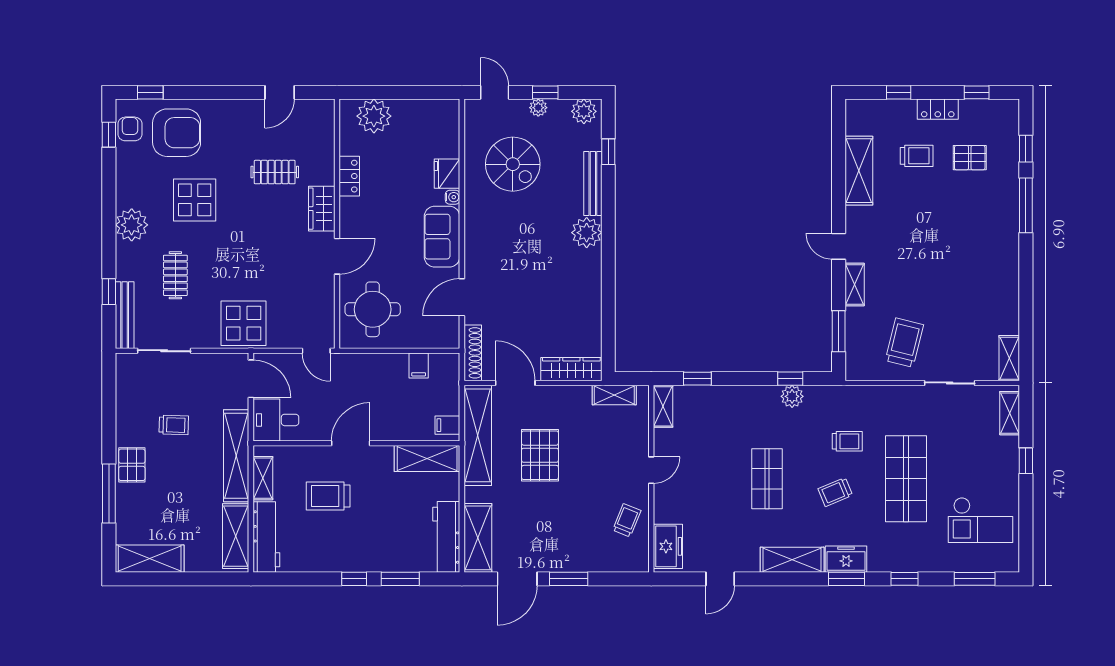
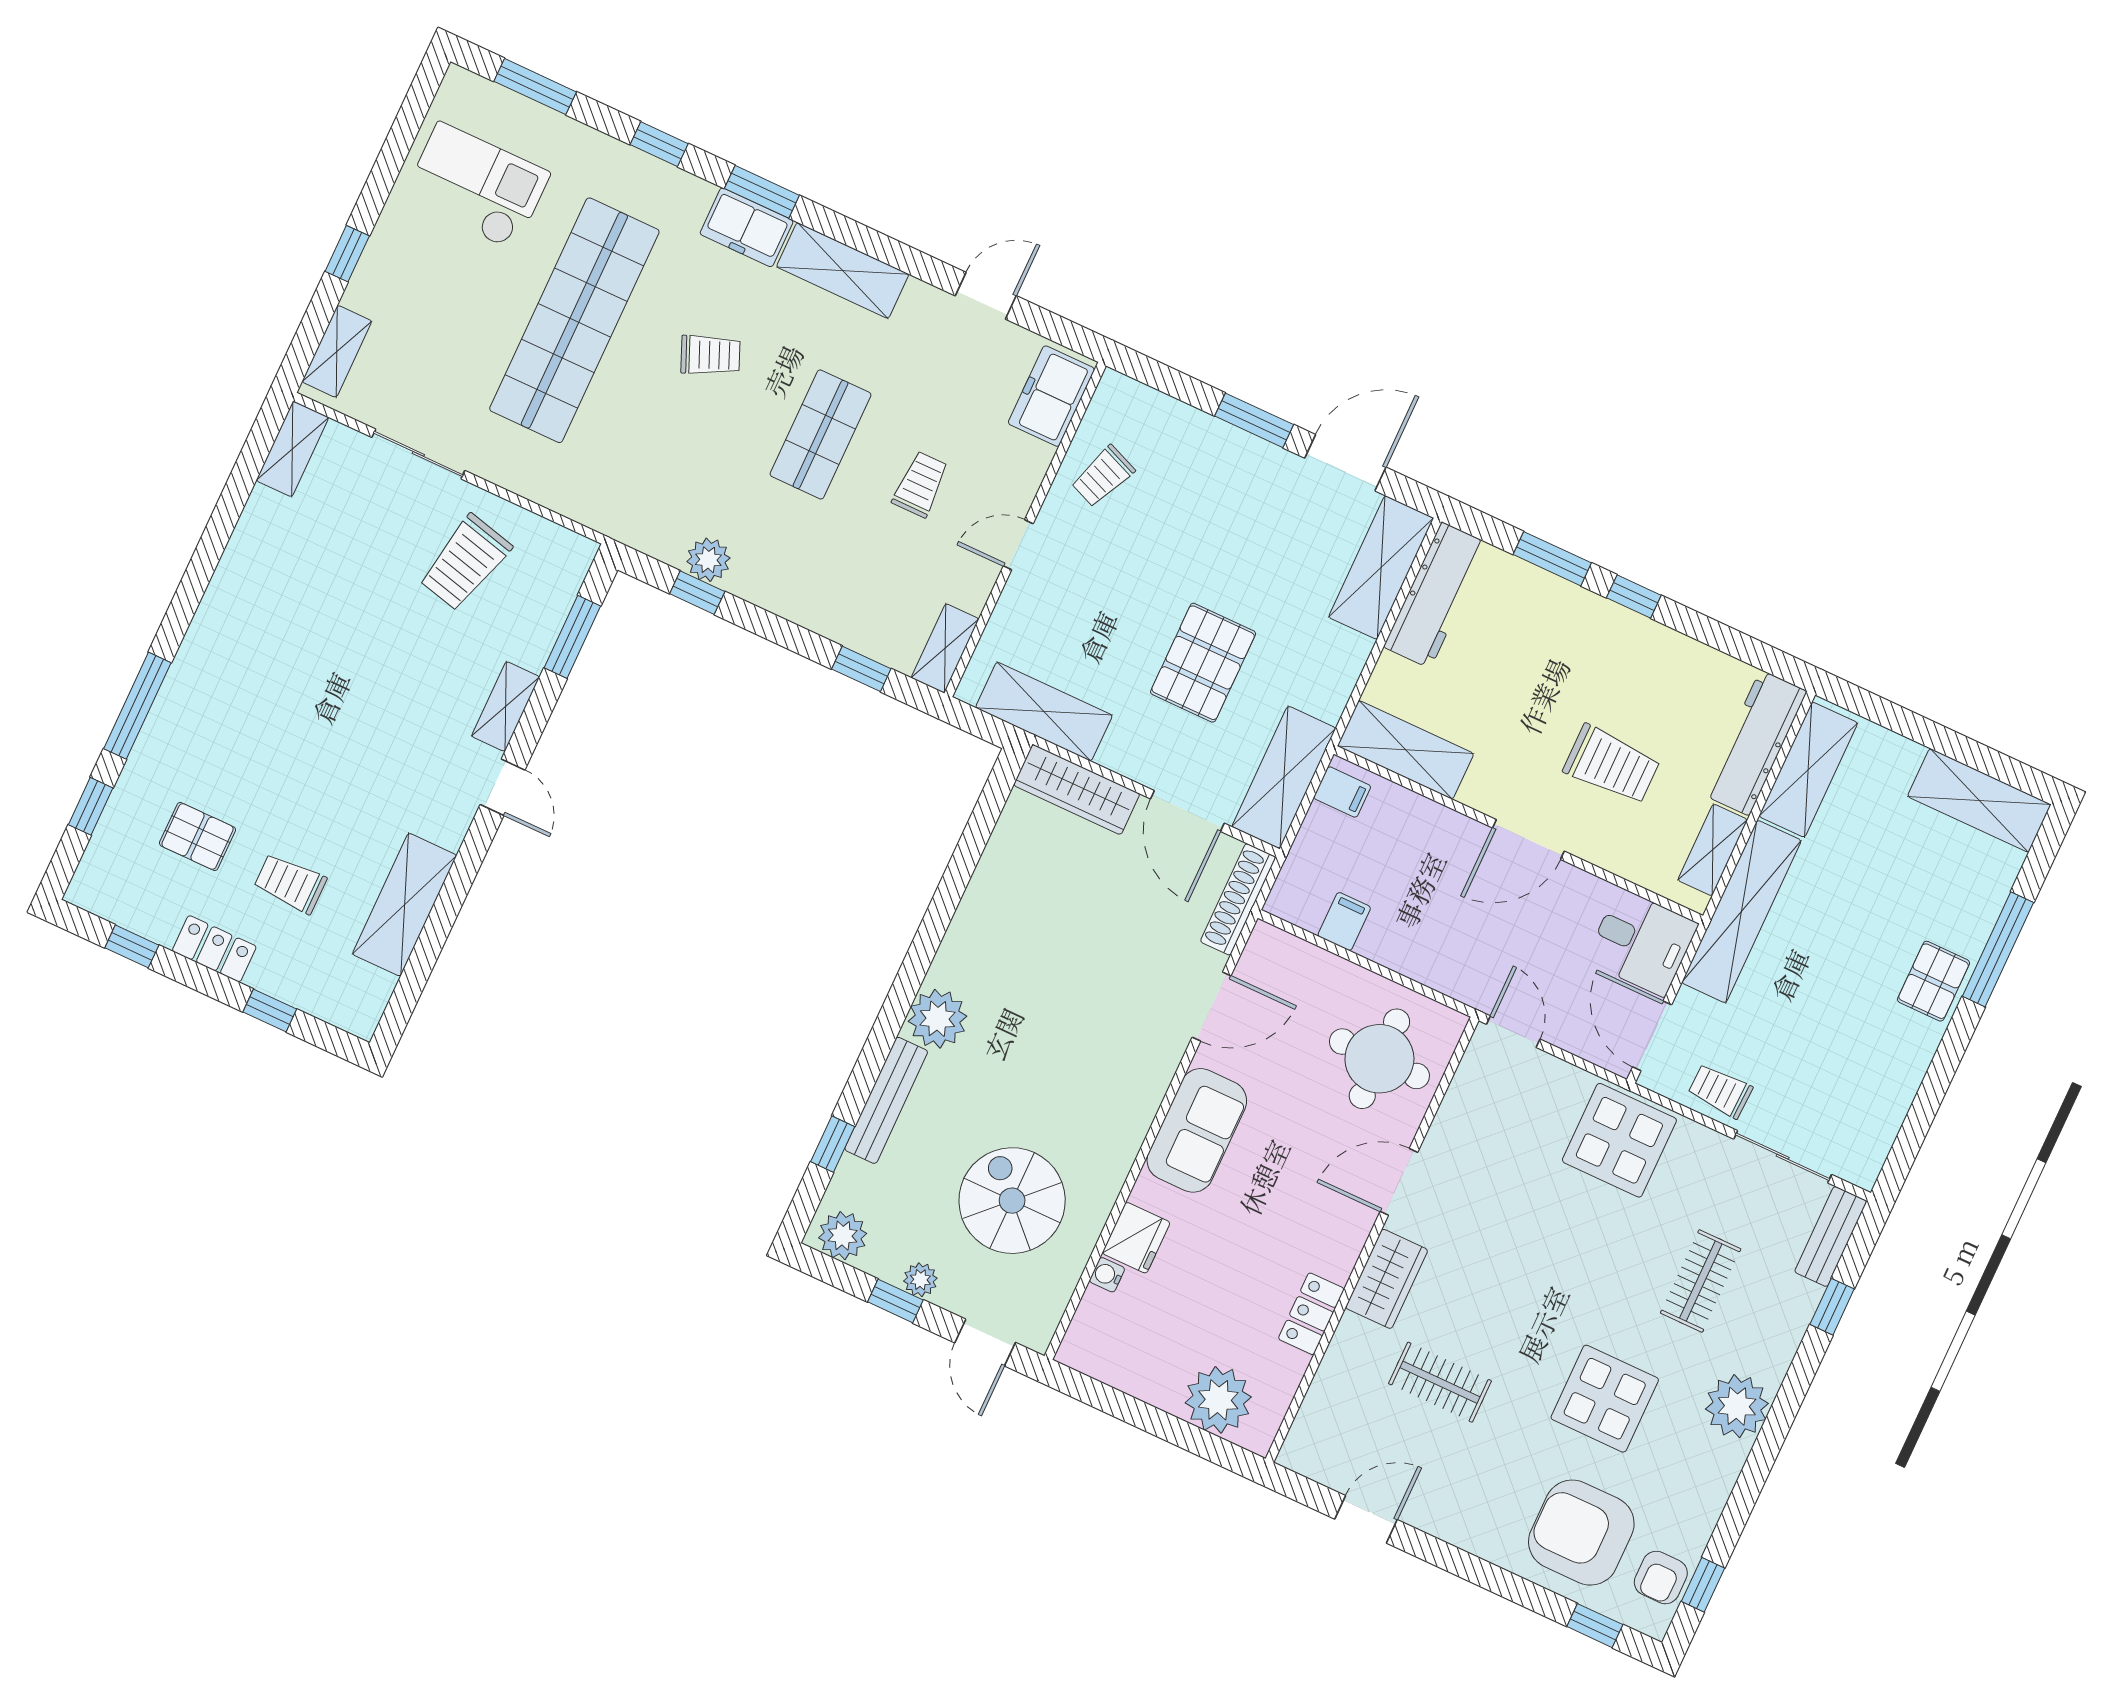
water cooler: (453, 197) -> (1107, 1275), moved
bench: (125, 315) -> (1831, 1236), width x0.73
shelving: (614, 395) -> (1044, 711), width x1.50, depth x1.33
trolley: (174, 425) -> (1720, 1091), moved
shelving: (478, 435) -> (1284, 777), width x0.68
trolley: (847, 441) -> (920, 484), moved, turned 90
shop shelf: (906, 479) -> (574, 320), width x1.40

